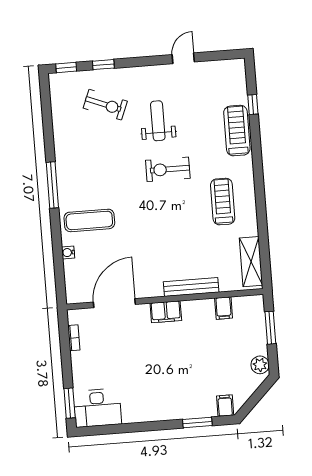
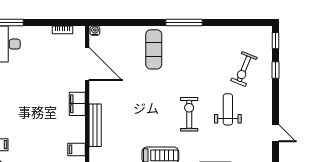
weight bench: (158, 121) -> (228, 109), turned -90
water cooler: (68, 252) -> (95, 31), moved

